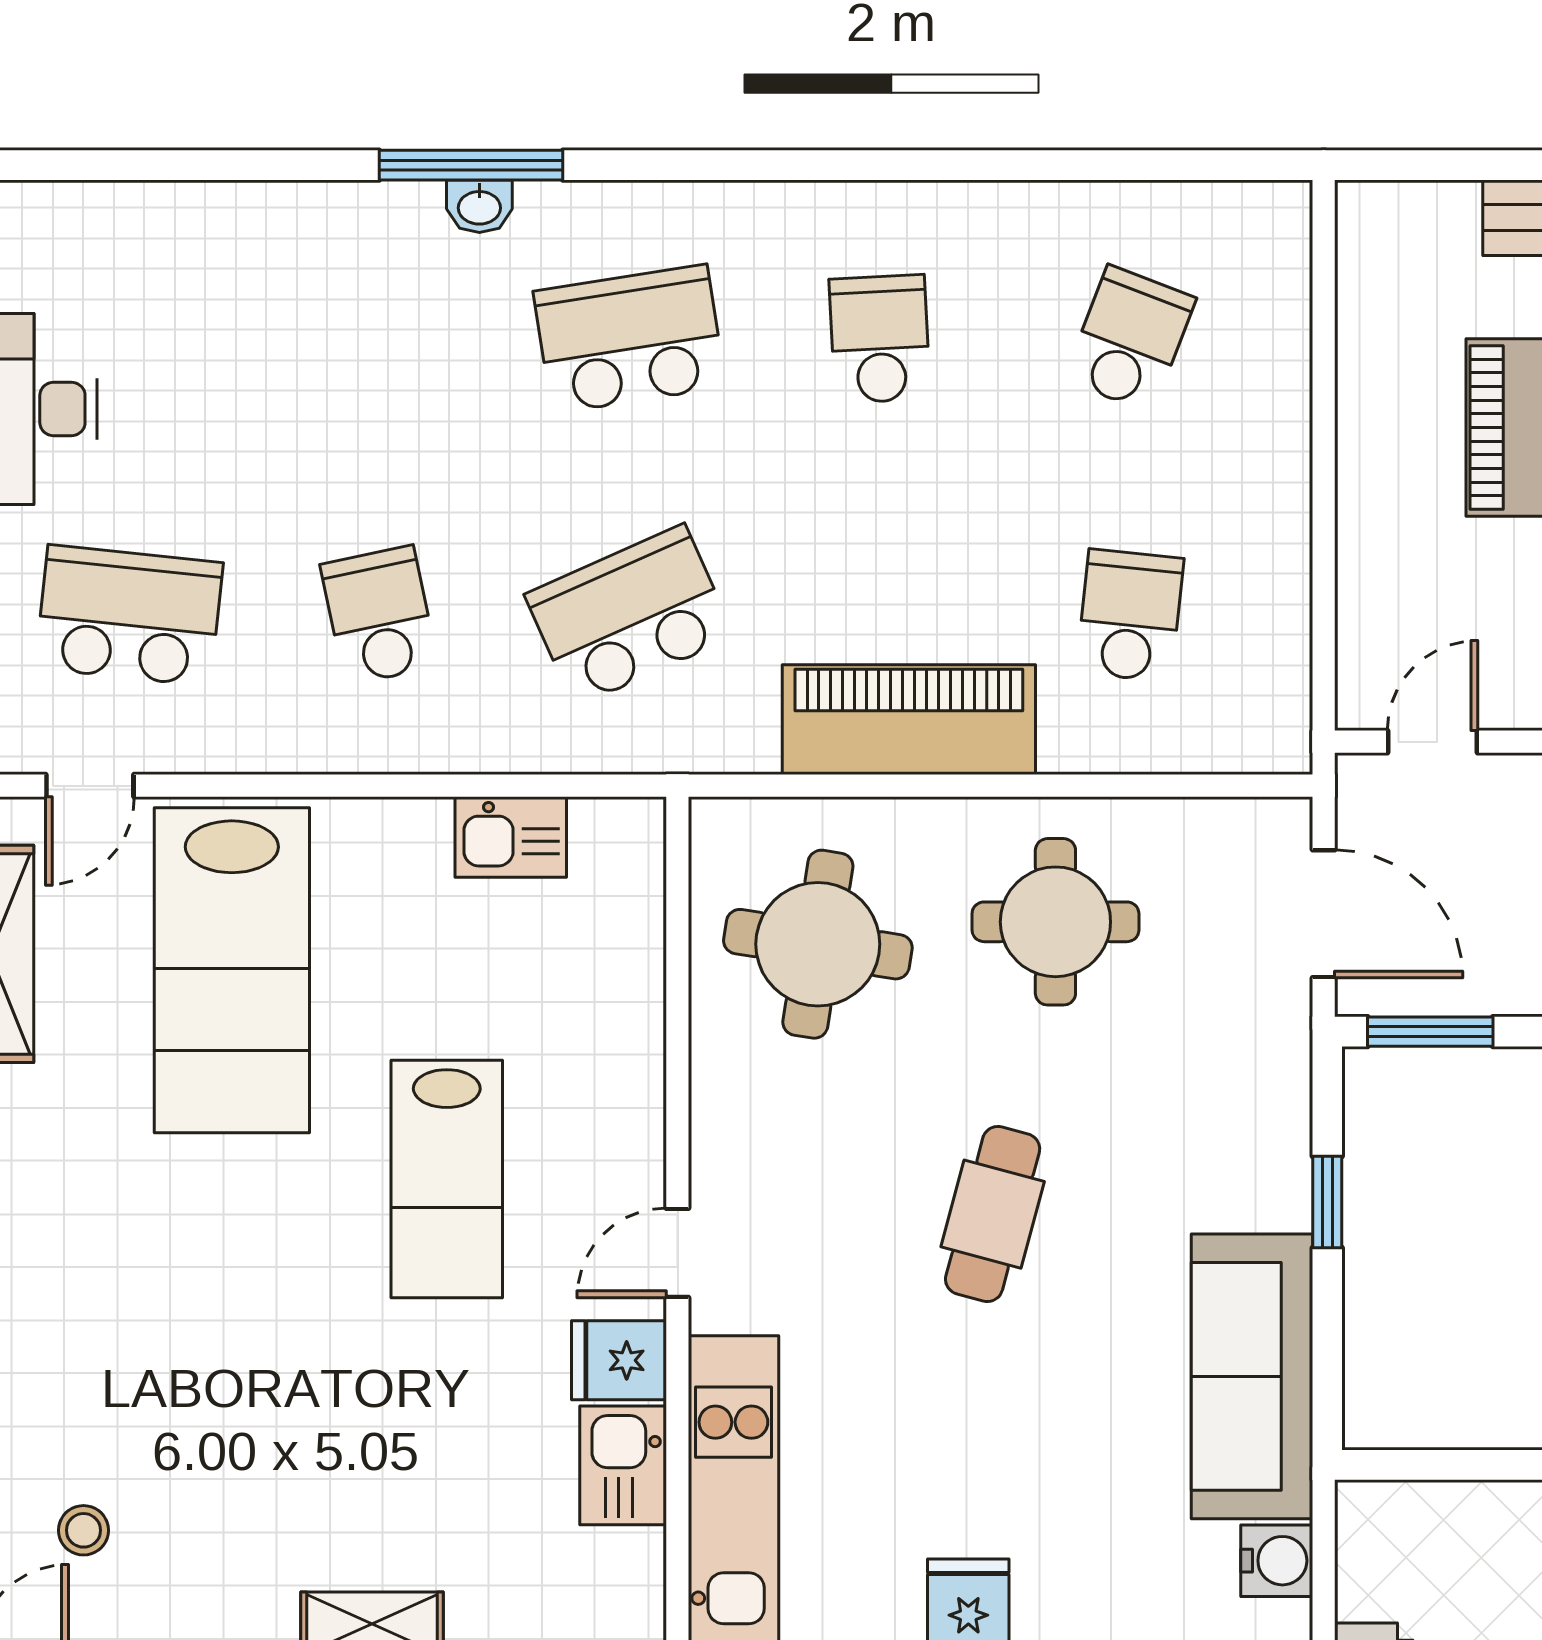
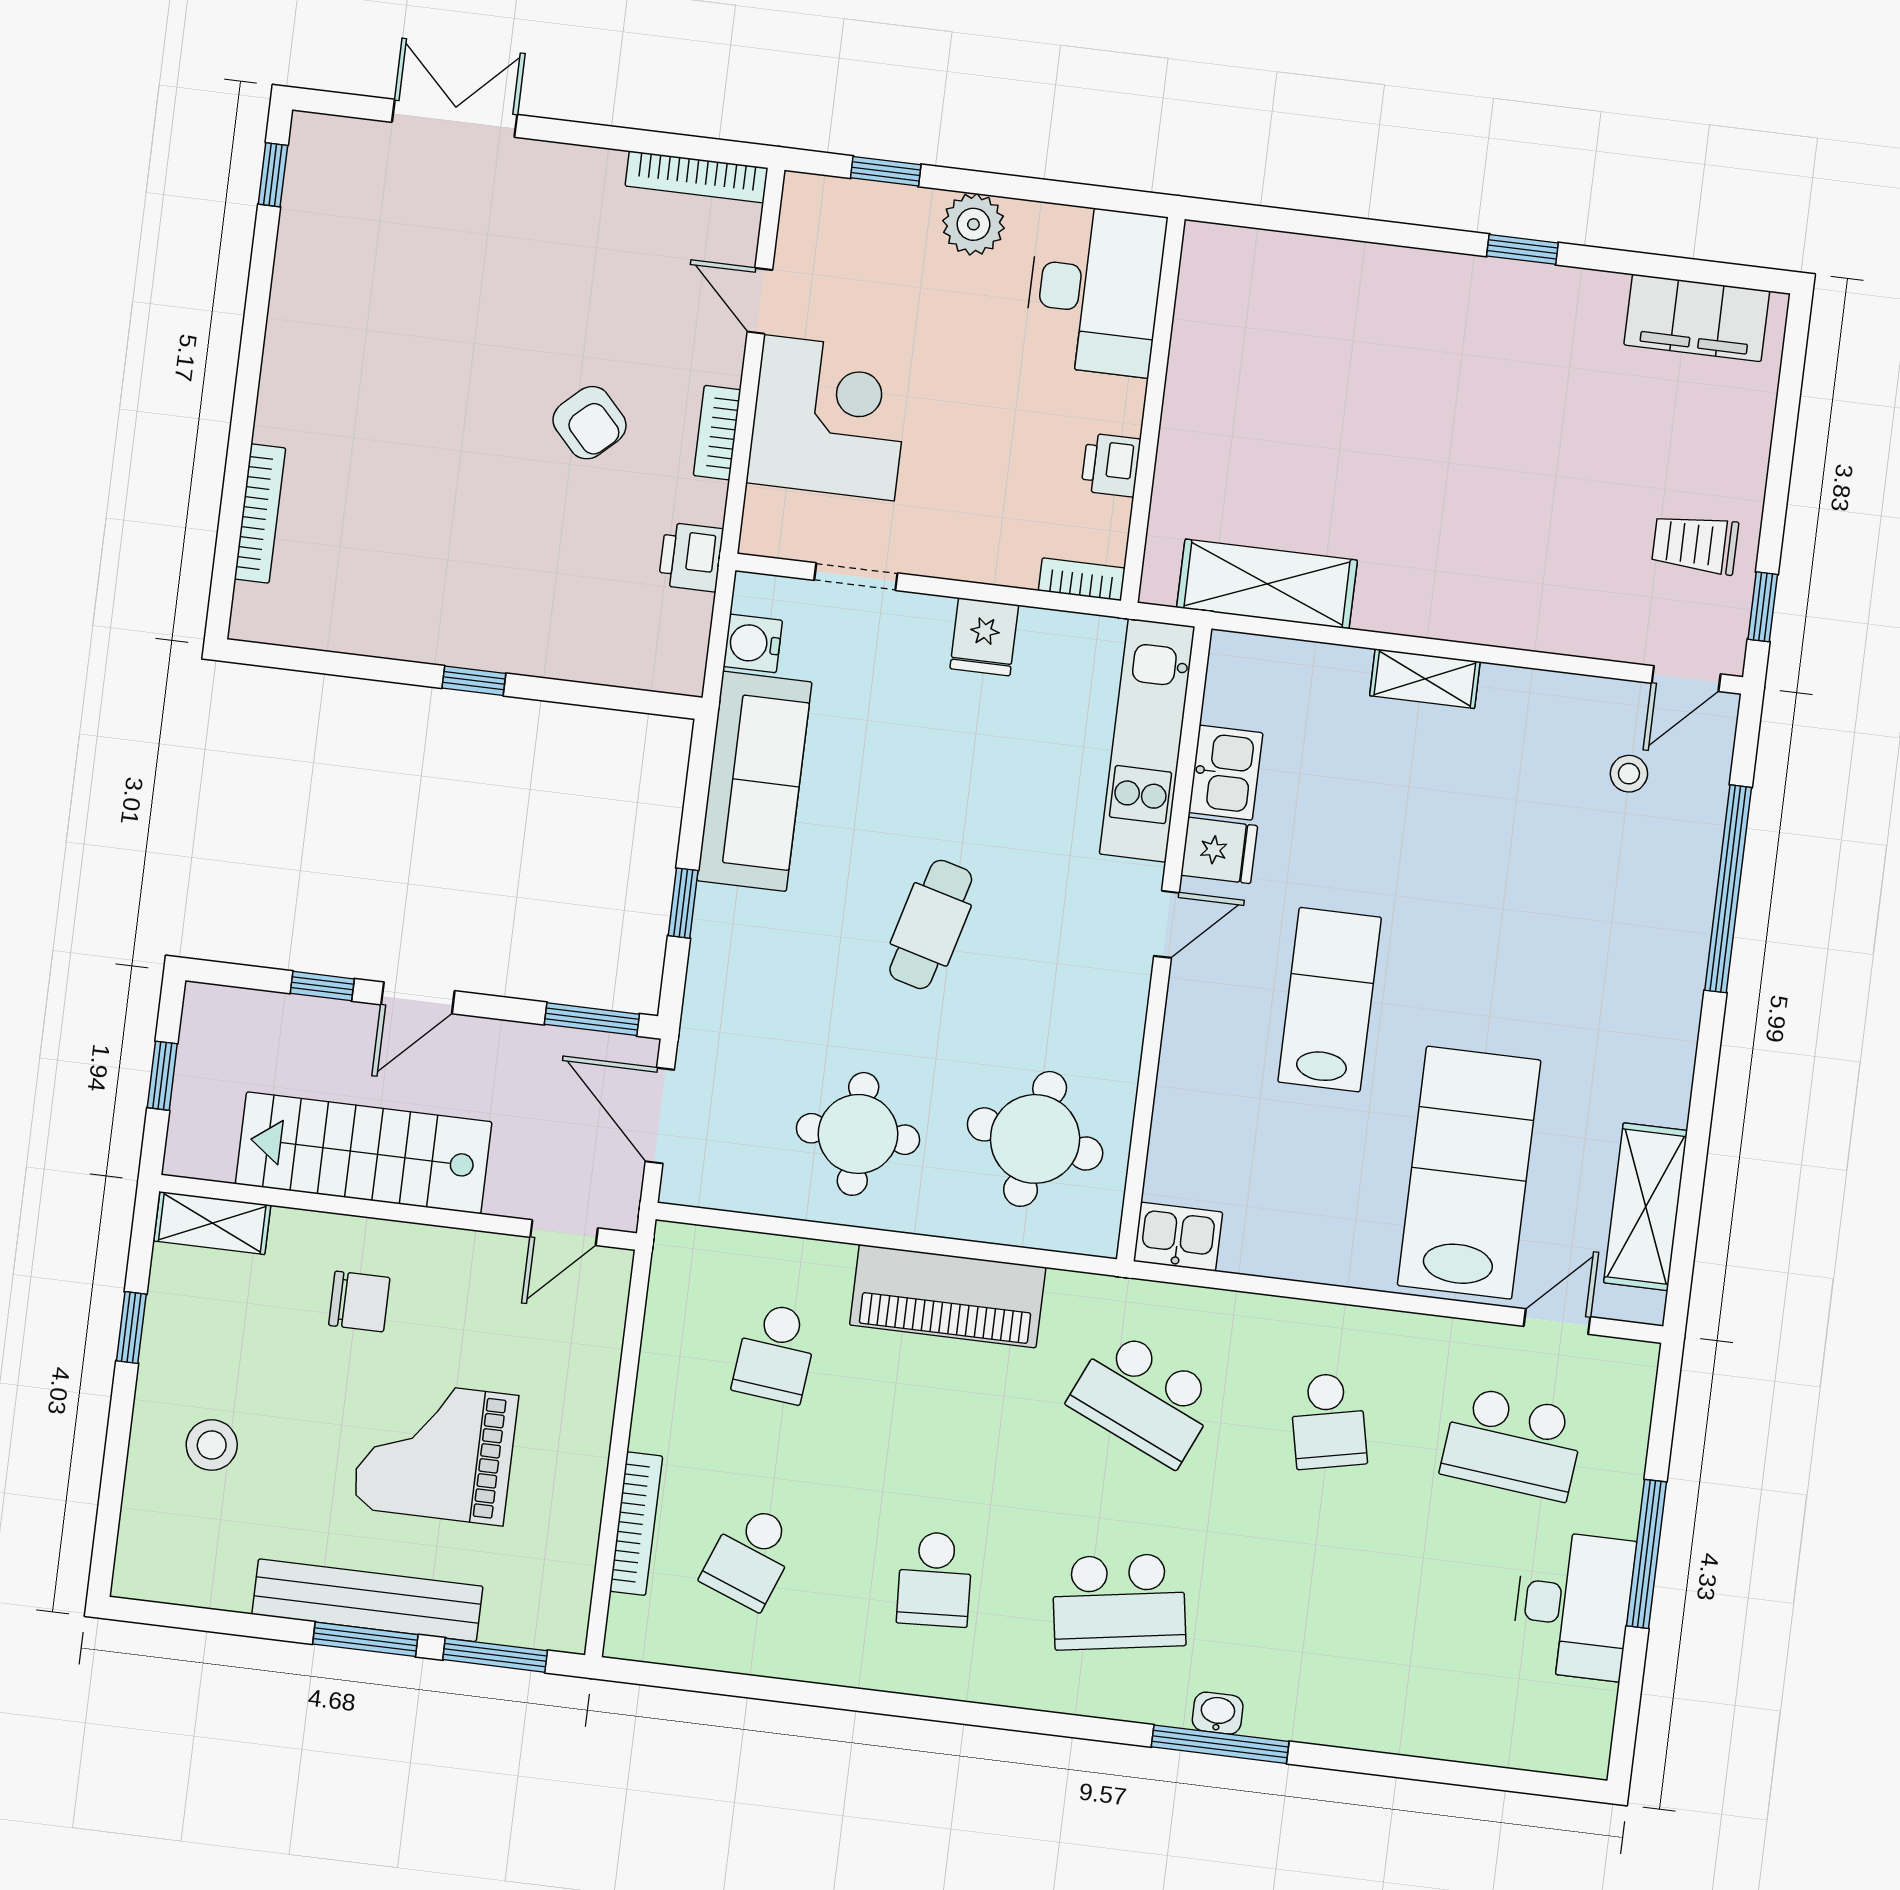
window: (1455, 165) -> (495, 1655), added
bookcase: (1288, 364) -> (636, 1524), added
school desk: (630, 615) -> (1144, 1398), turned 48
kitchen sink: (511, 837) -> (1178, 1237), moved

